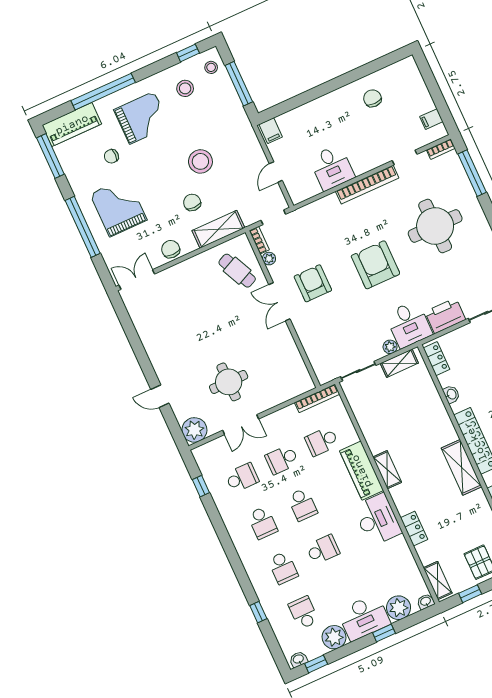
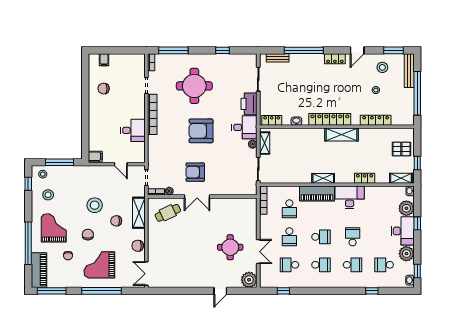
filing cabinet: (431, 119) -> (104, 60), moved
chair: (154, 171) -> (88, 235), added
school desk: (242, 478) -> (289, 265), turned -90

